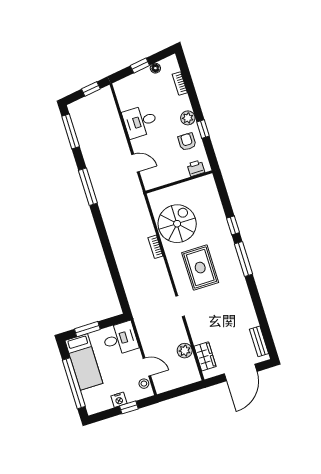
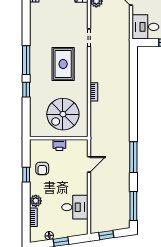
plant: (188, 118) -> (36, 201), moved
desk: (140, 122) -> (75, 207), moved
door: (135, 163) -> (89, 164), swing flipped
printer: (196, 168) -> (59, 145), moved
spiral stairs: (177, 224) -> (63, 114), moved

